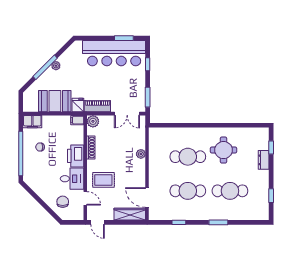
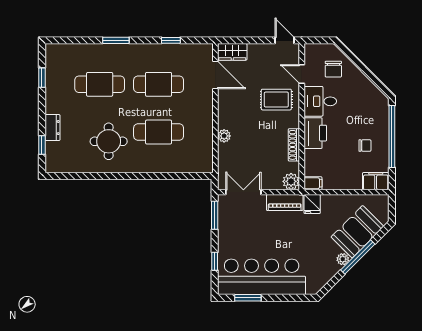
booth: (55, 101) -> (357, 232), moved, turned -45
wardrobe: (130, 214) -> (232, 52), width x0.67

